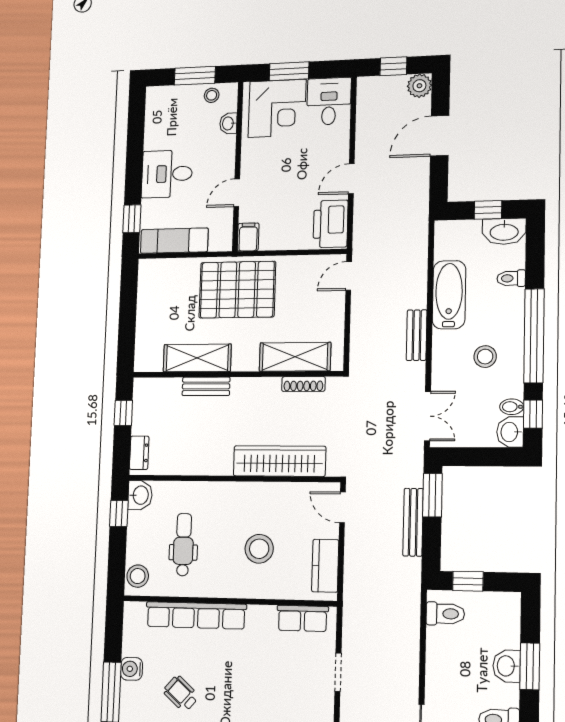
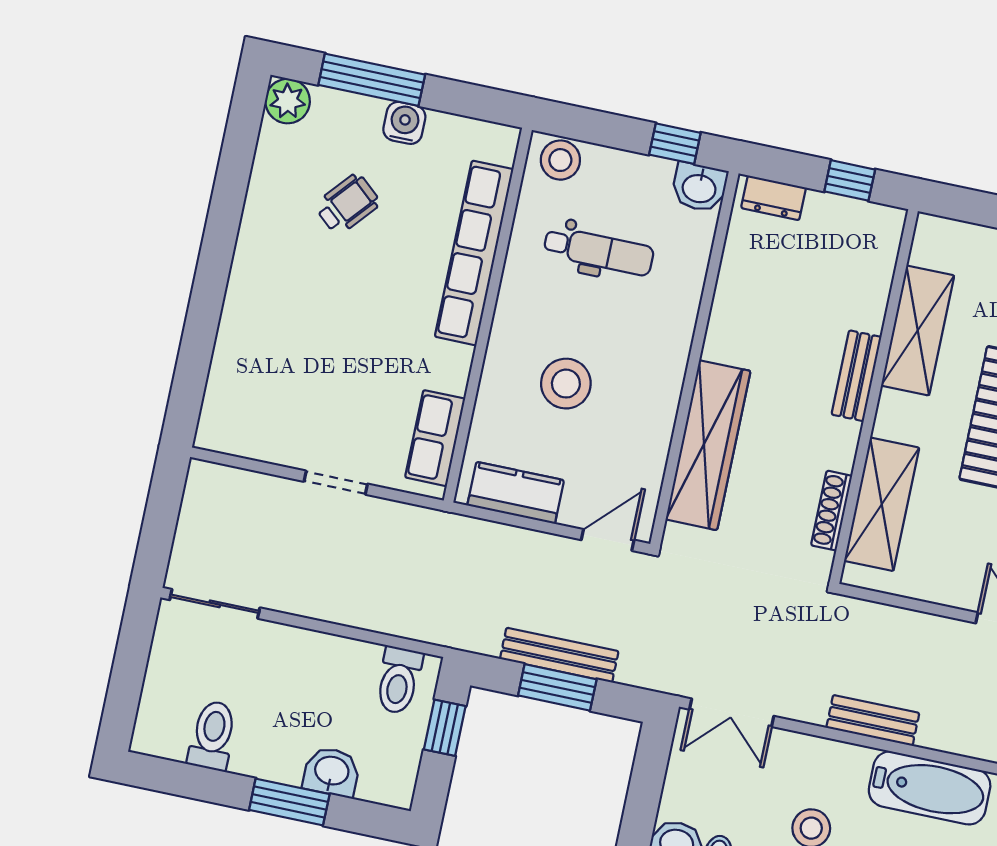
bench: (206, 386) -> (856, 376), moved
window: (432, 495) -> (557, 687), moved
washbasin: (507, 666) -> (332, 772), moved

